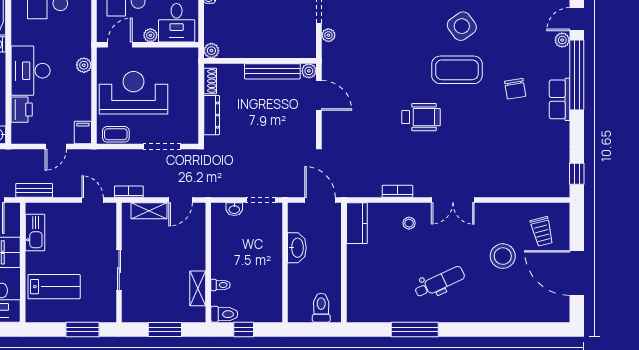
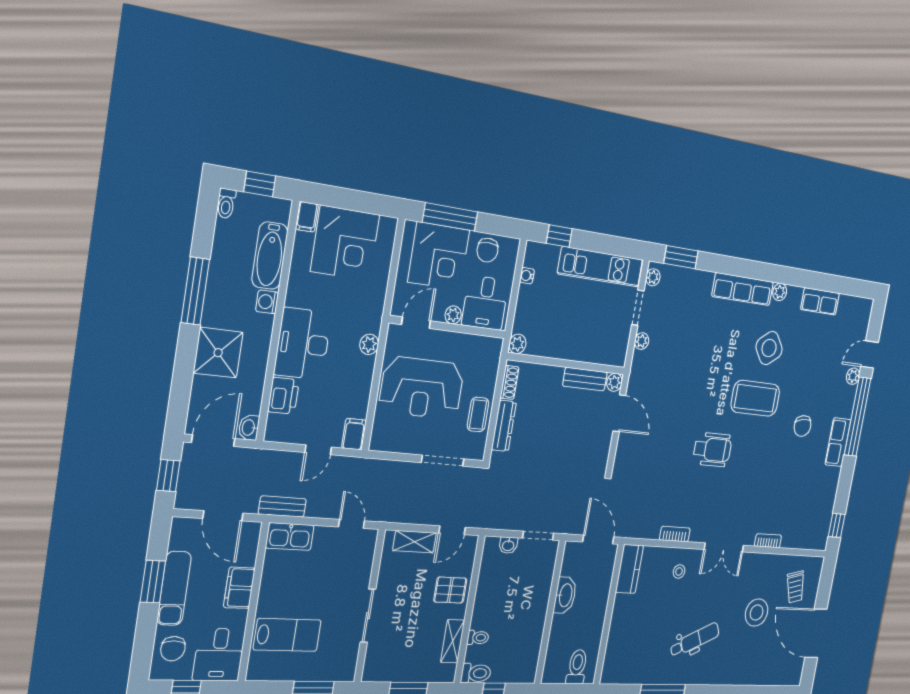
bench: (272, 71) -> (585, 379), width x0.73
reception desk: (134, 93) -> (422, 388), turned 180
coffee table: (116, 134) -> (478, 414), moved, turned 90
bookcase: (129, 192) -> (768, 541), moved
kitchen sink: (35, 232) -> (290, 537), moved, turned 90
pallet: (188, 247) -> (450, 590), added

